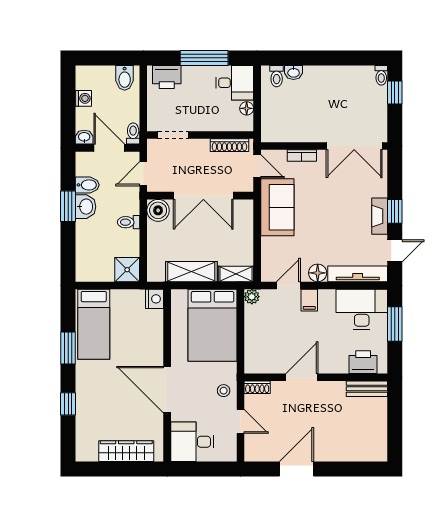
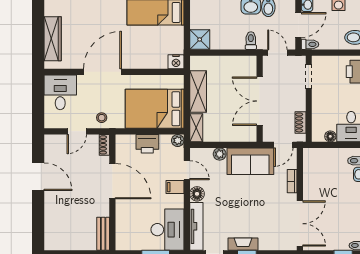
shoe rack: (229, 145) -> (301, 122), width x0.70
double door: (354, 146) -> (300, 224), swing flipped
boiler: (158, 210) -> (248, 65), removed
toilet: (129, 222) -> (251, 41), moved
plant: (268, 245) -> (220, 154), added
printer: (363, 362) -> (147, 144), moved, turned 90
door: (302, 377) -> (112, 181), width x1.36

